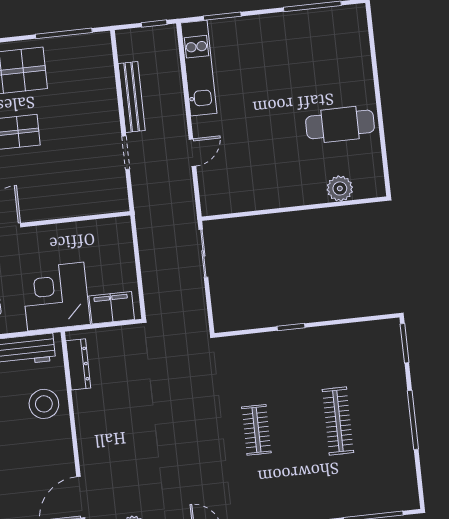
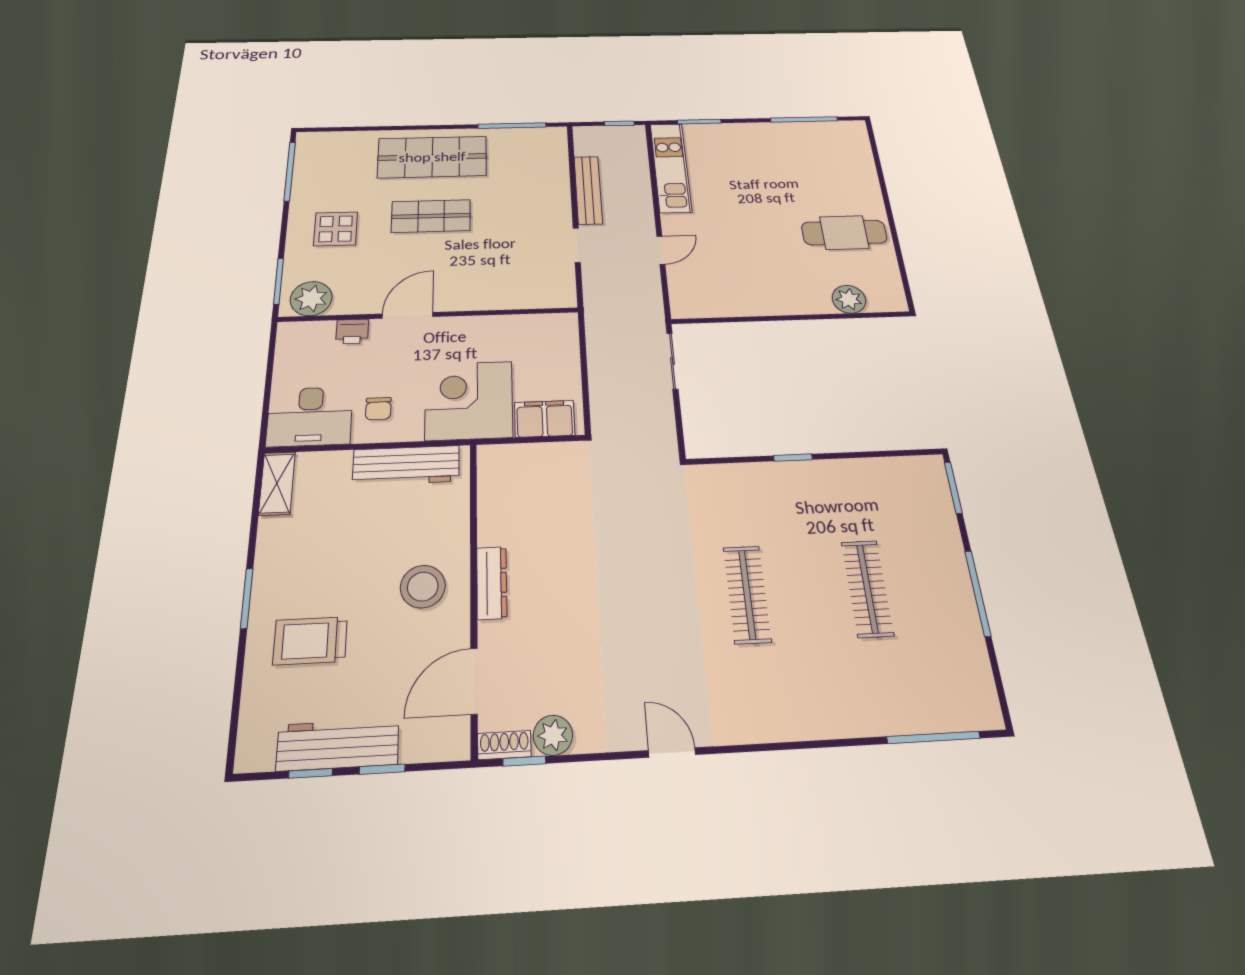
dresser: (78, 364) -> (492, 583), moved
stool: (44, 404) -> (423, 587), moved
clothes rail: (256, 430) -> (747, 594), width x1.36

